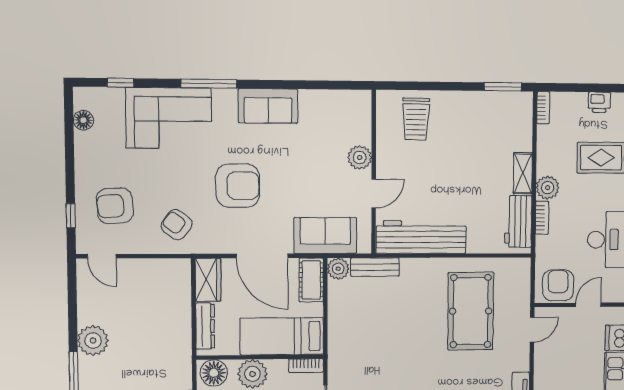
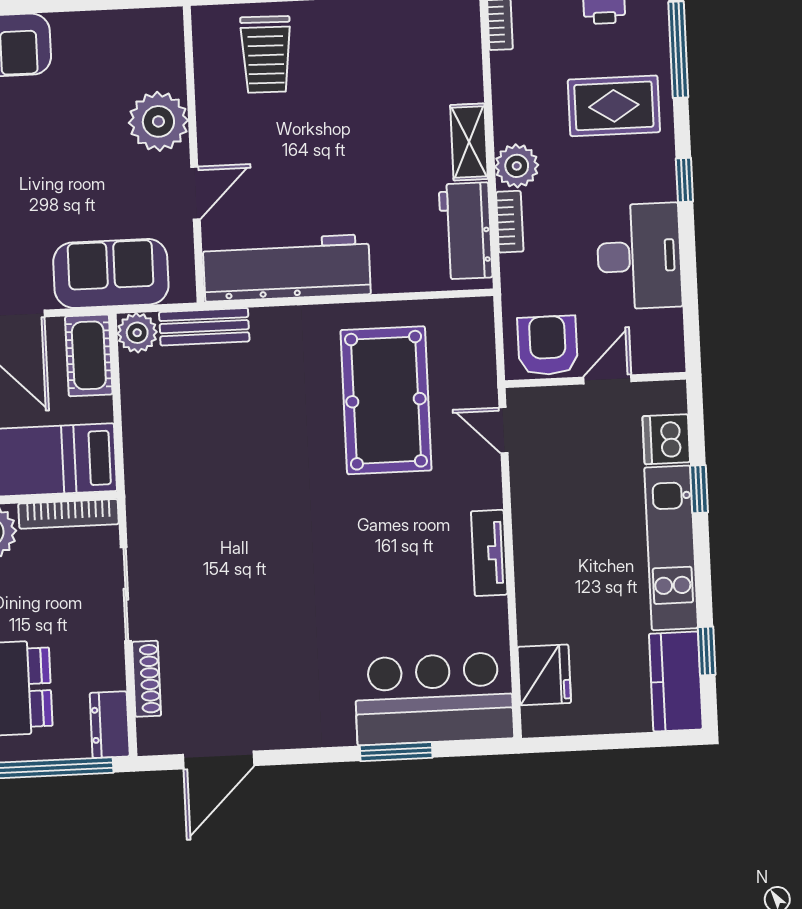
plant: (360, 157) -> (158, 121), width x1.36, depth x1.36
door: (532, 330) -> (504, 430), swing flipped
bookcase: (306, 366) -> (68, 514), width x1.56

